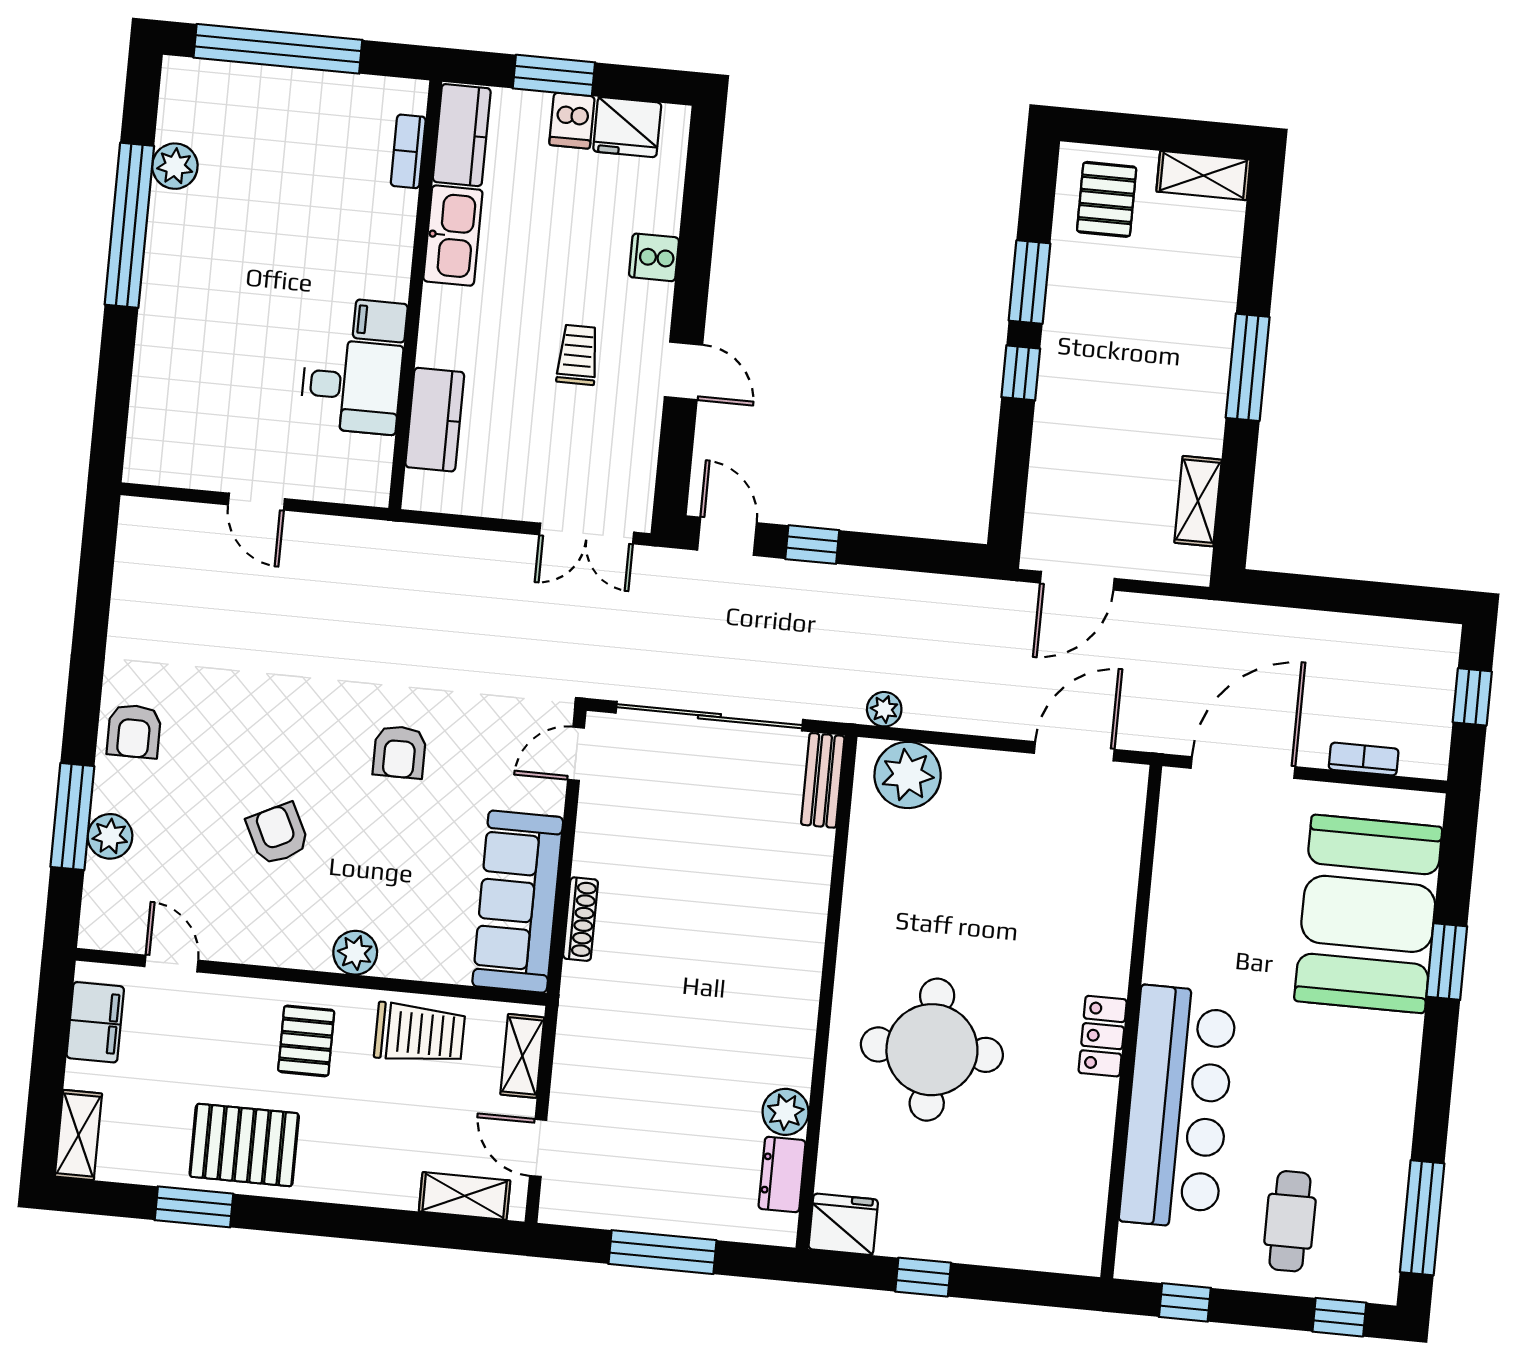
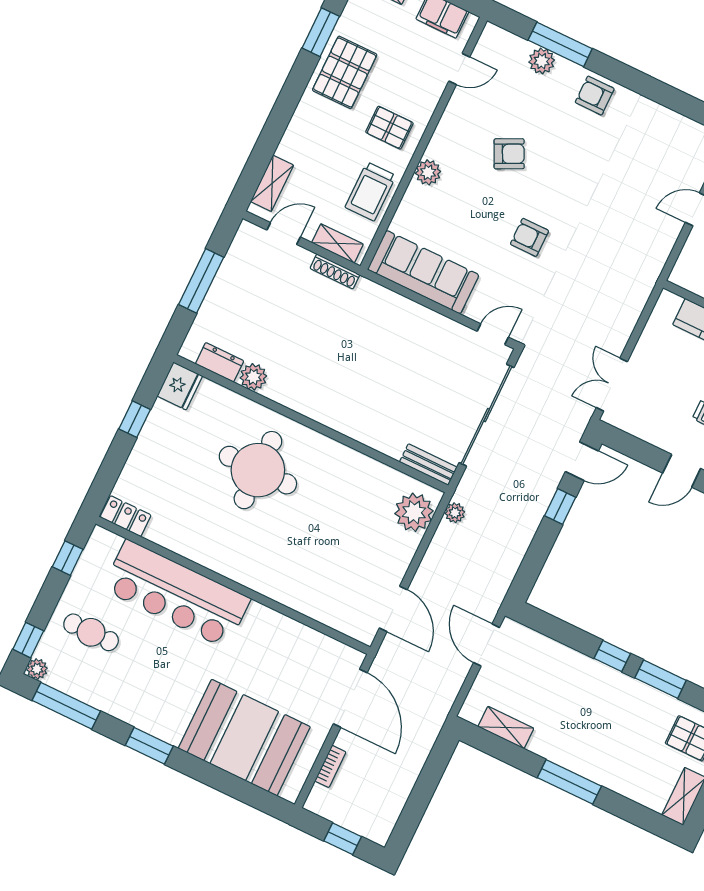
door: (576, 754) -> (493, 334), hinge flipped
shoe rack: (581, 919) -> (335, 271), moved
window: (1447, 962) -> (149, 746), moved
locker: (1103, 1036) -> (126, 516), moved
plant: (1380, 1286) -> (37, 669), added

